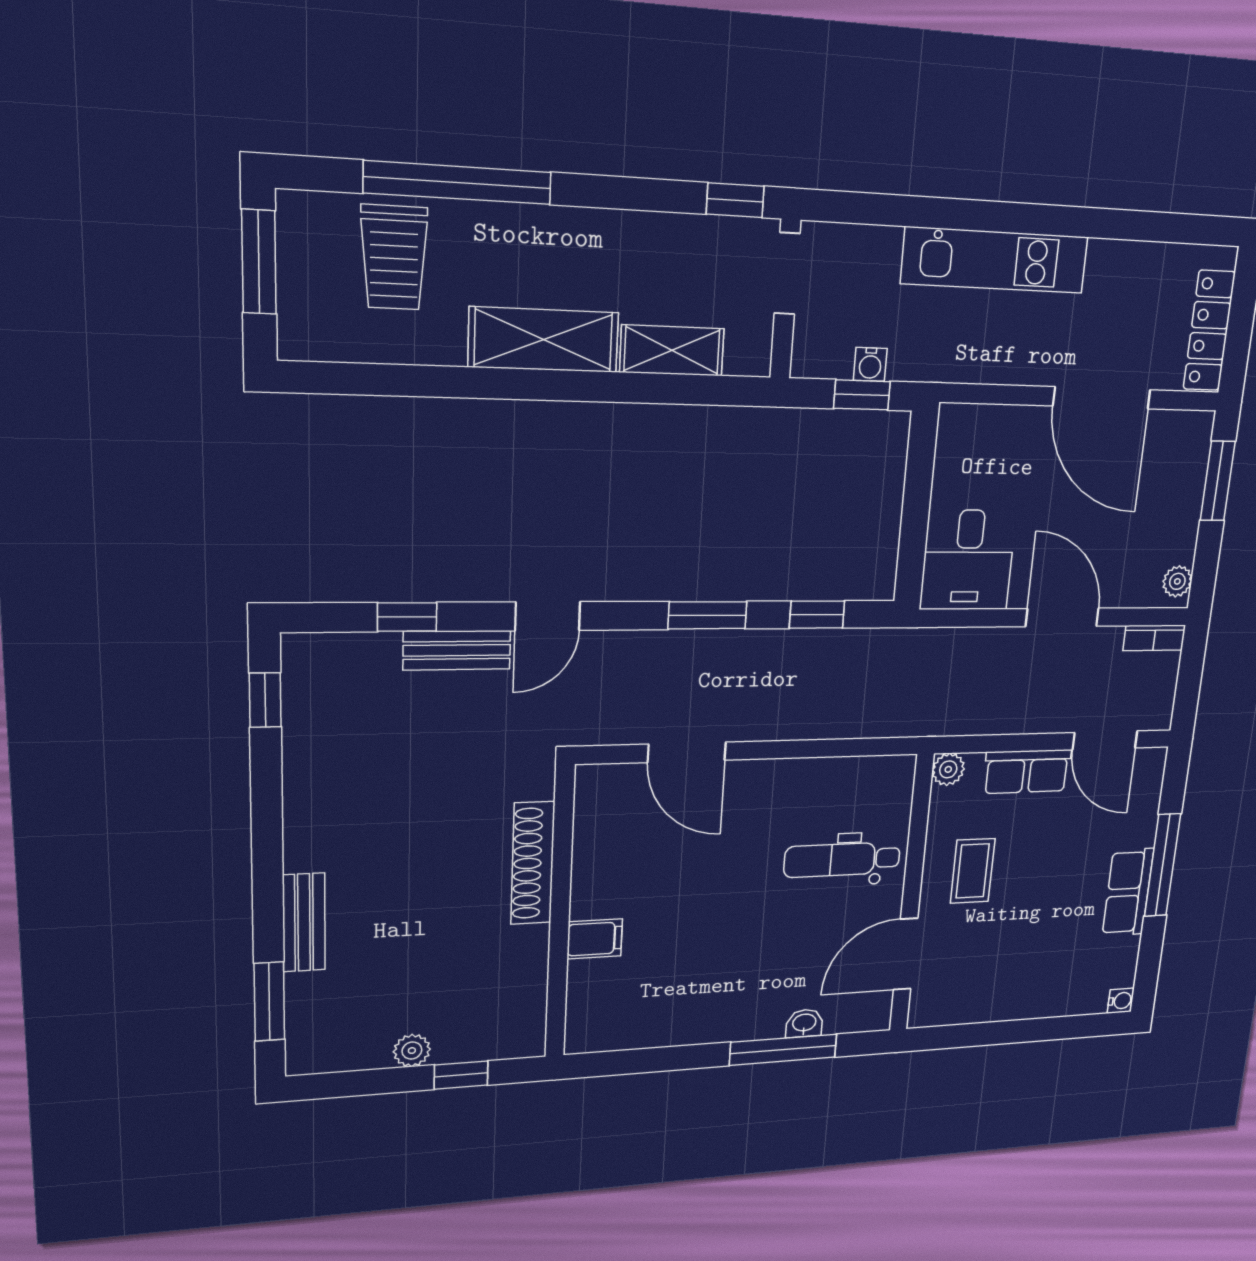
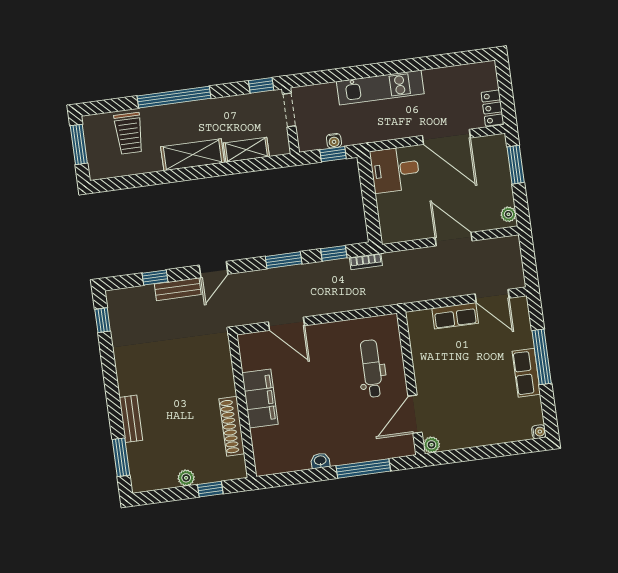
window: (458, 183) -> (174, 97), moved
locker: (1209, 331) -> (493, 108), width x0.66
desk: (968, 560) -> (395, 170), moved, turned 90
bookcase: (1154, 638) -> (366, 262), moved
plant: (948, 769) -> (432, 445), moved
dental chair: (842, 860) -> (372, 369), turned 90
shoe rack: (533, 863) -> (232, 426), moved
coffee table: (973, 871) -> (440, 369), removed
filing cabinet: (595, 939) -> (260, 398), width x3.00, depth x1.17
washbasin: (804, 1023) -> (320, 461), moved

